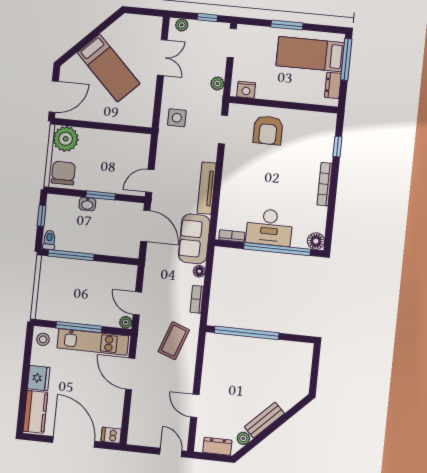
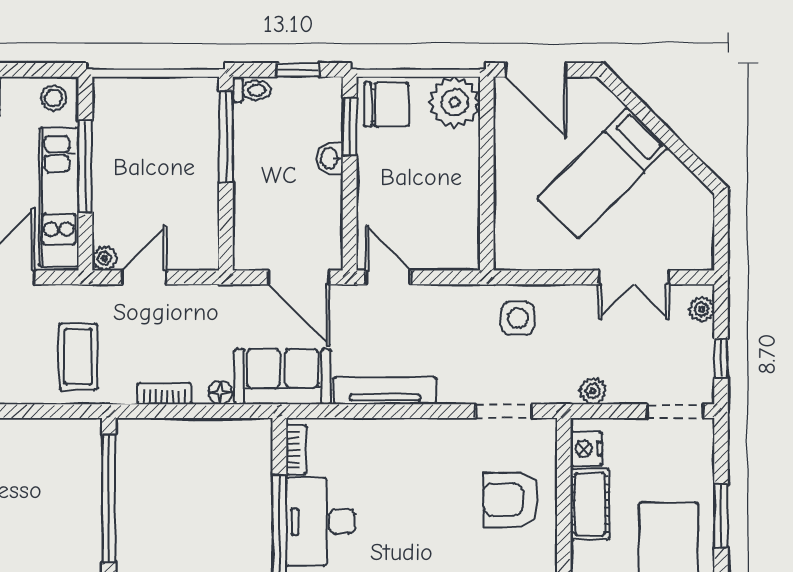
cot: (274, 91) -> (590, 504), added
window: (101, 195) -> (350, 127), moved
door: (145, 226) -> (298, 277), hinge flipped
coffee table: (174, 341) -> (78, 357), turned 70

